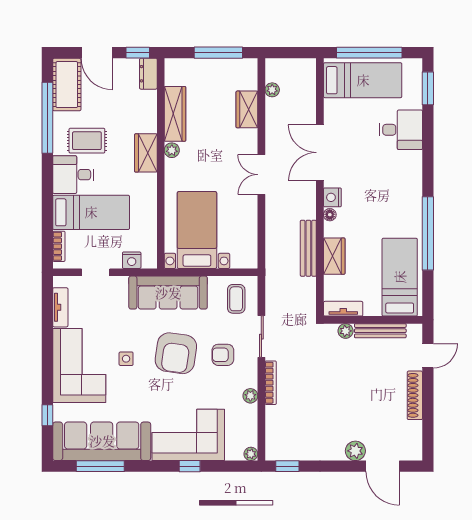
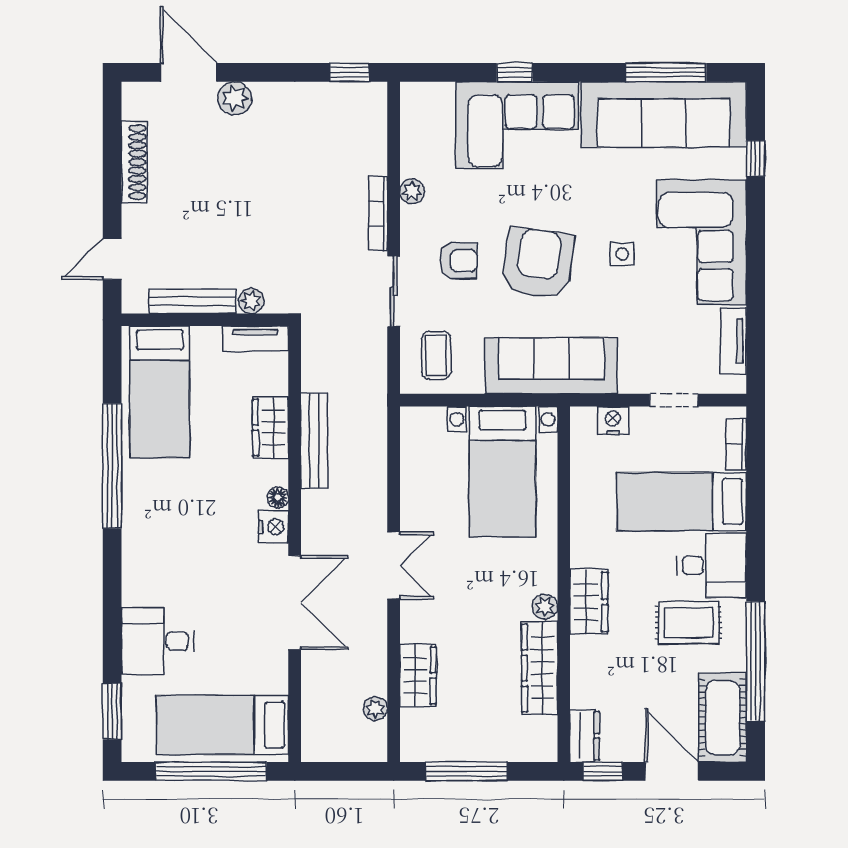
shoe rack: (415, 395) -> (134, 162), moved
plant: (251, 454) -> (411, 93), removed

